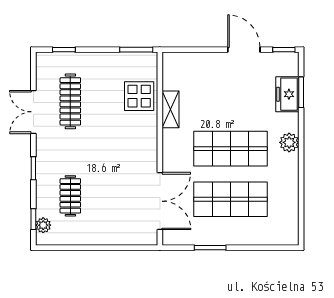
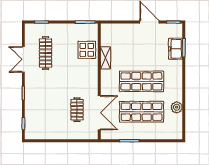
plant: (289, 142) -> (177, 107), moved
clothes rail: (70, 196) -> (77, 110), moved
plant: (43, 225) -> (29, 127), removed

